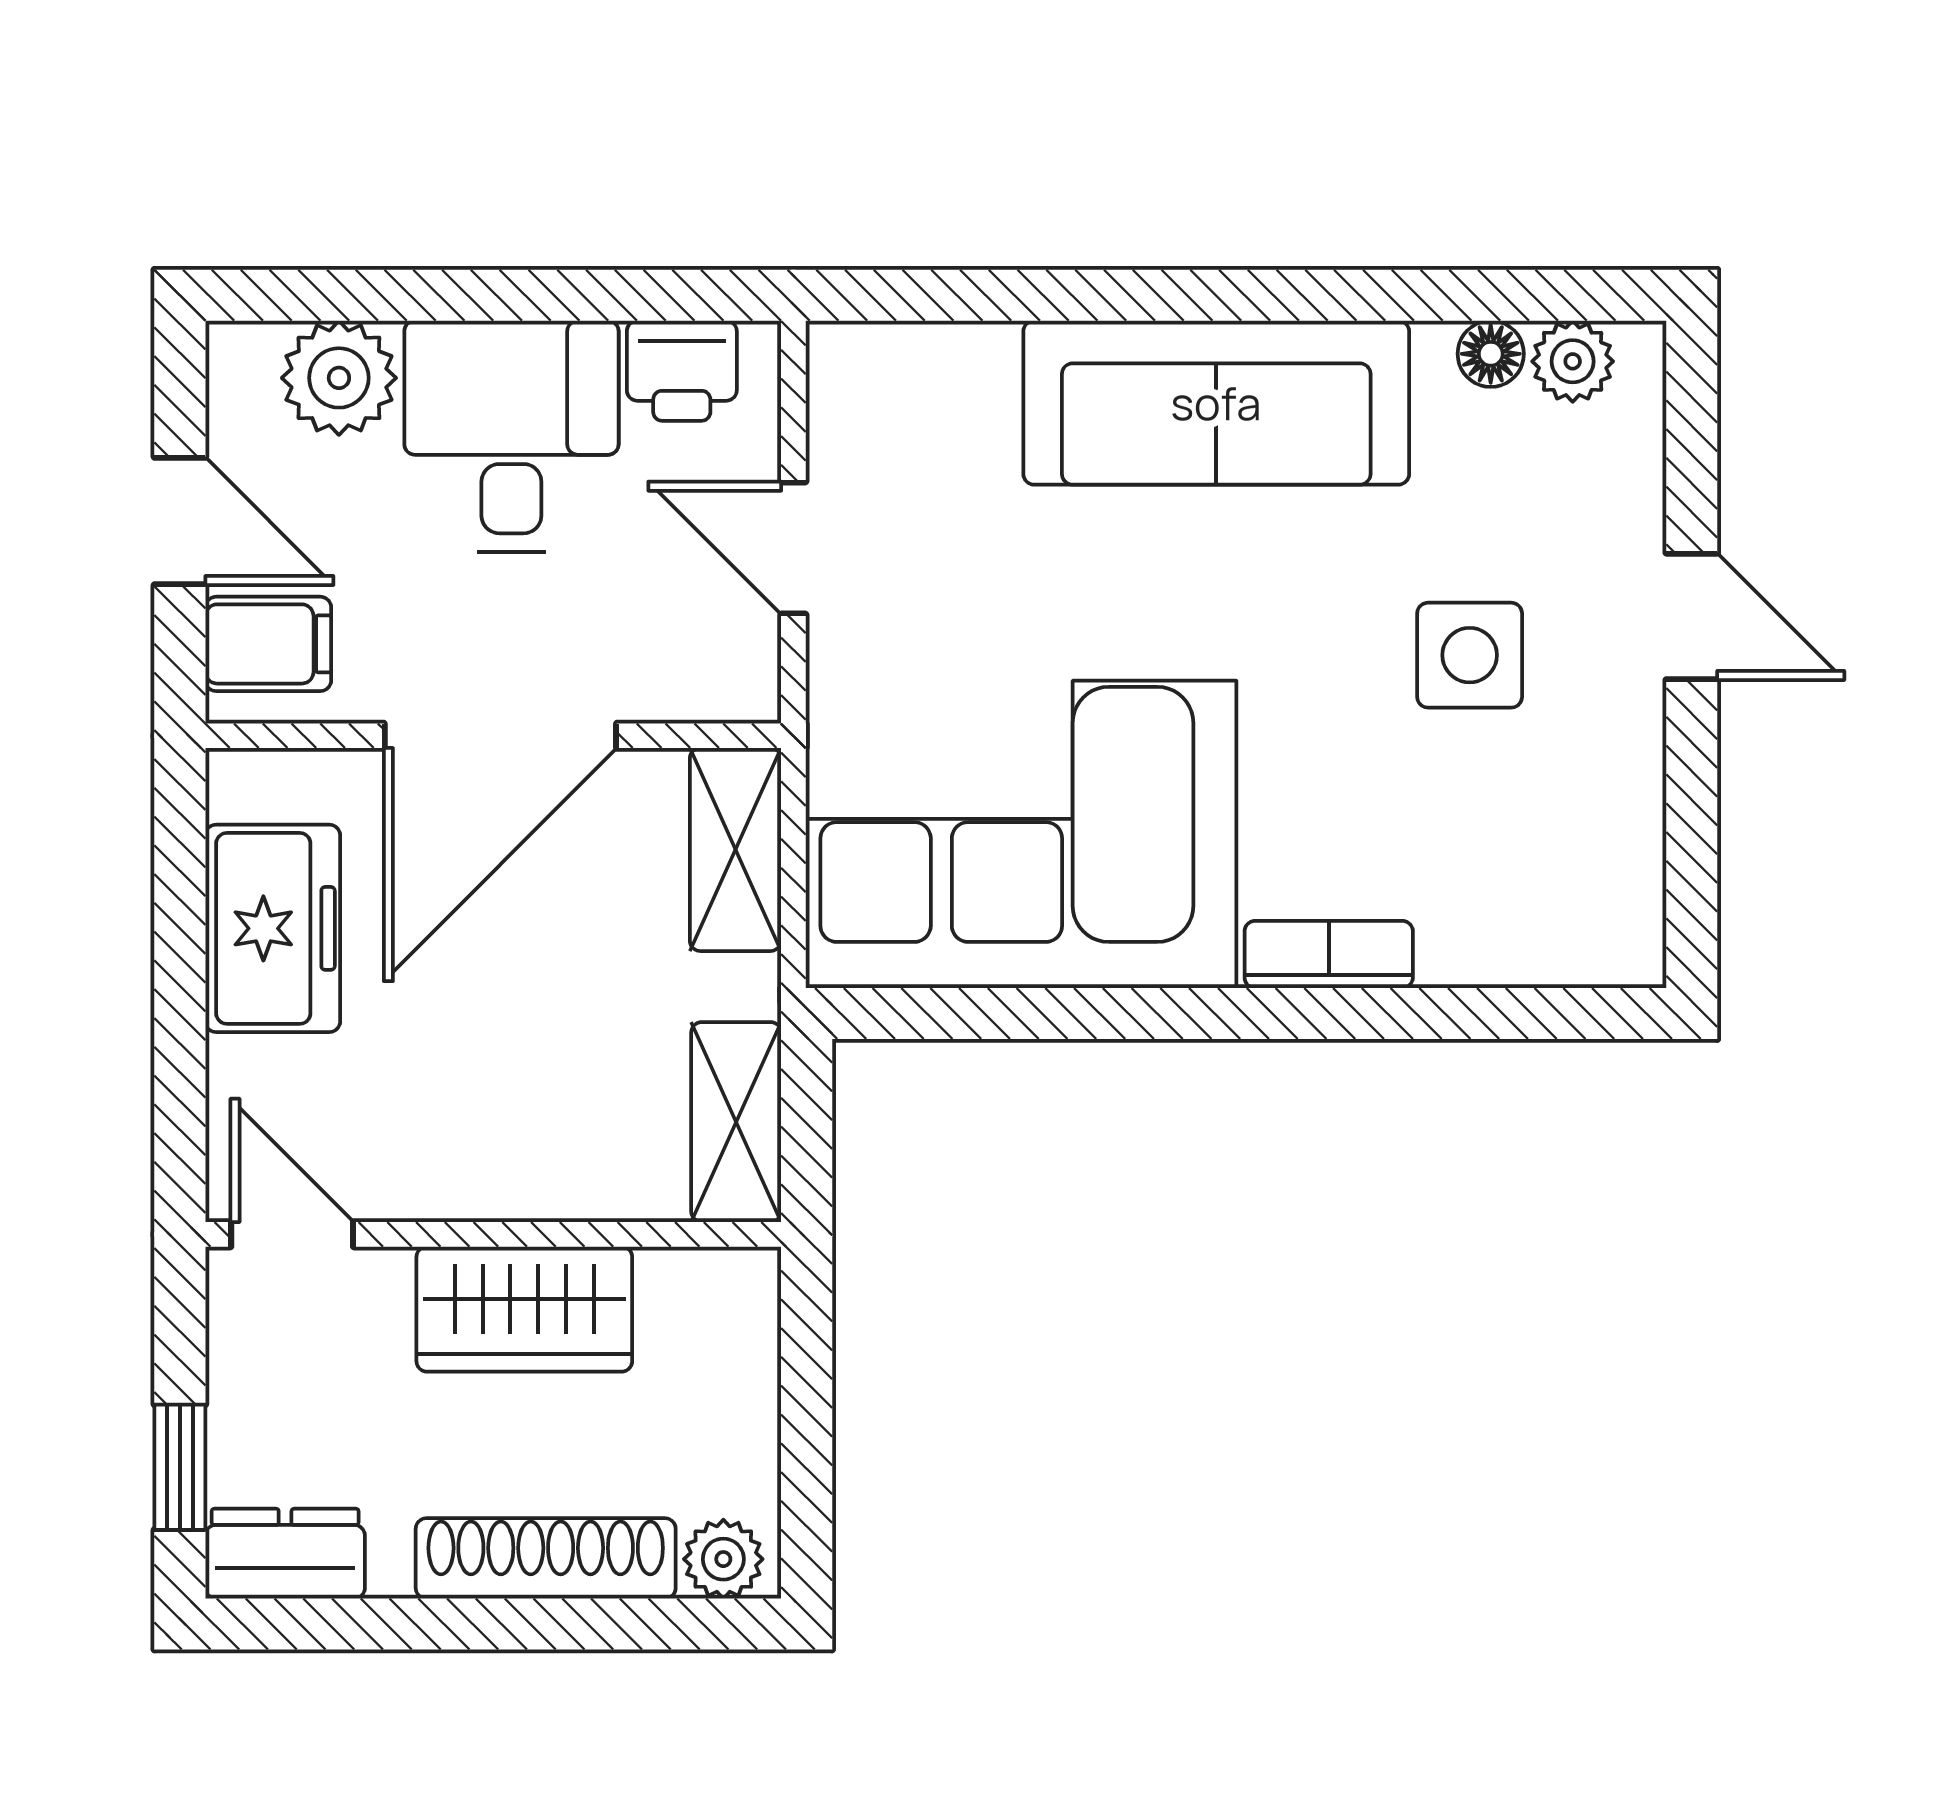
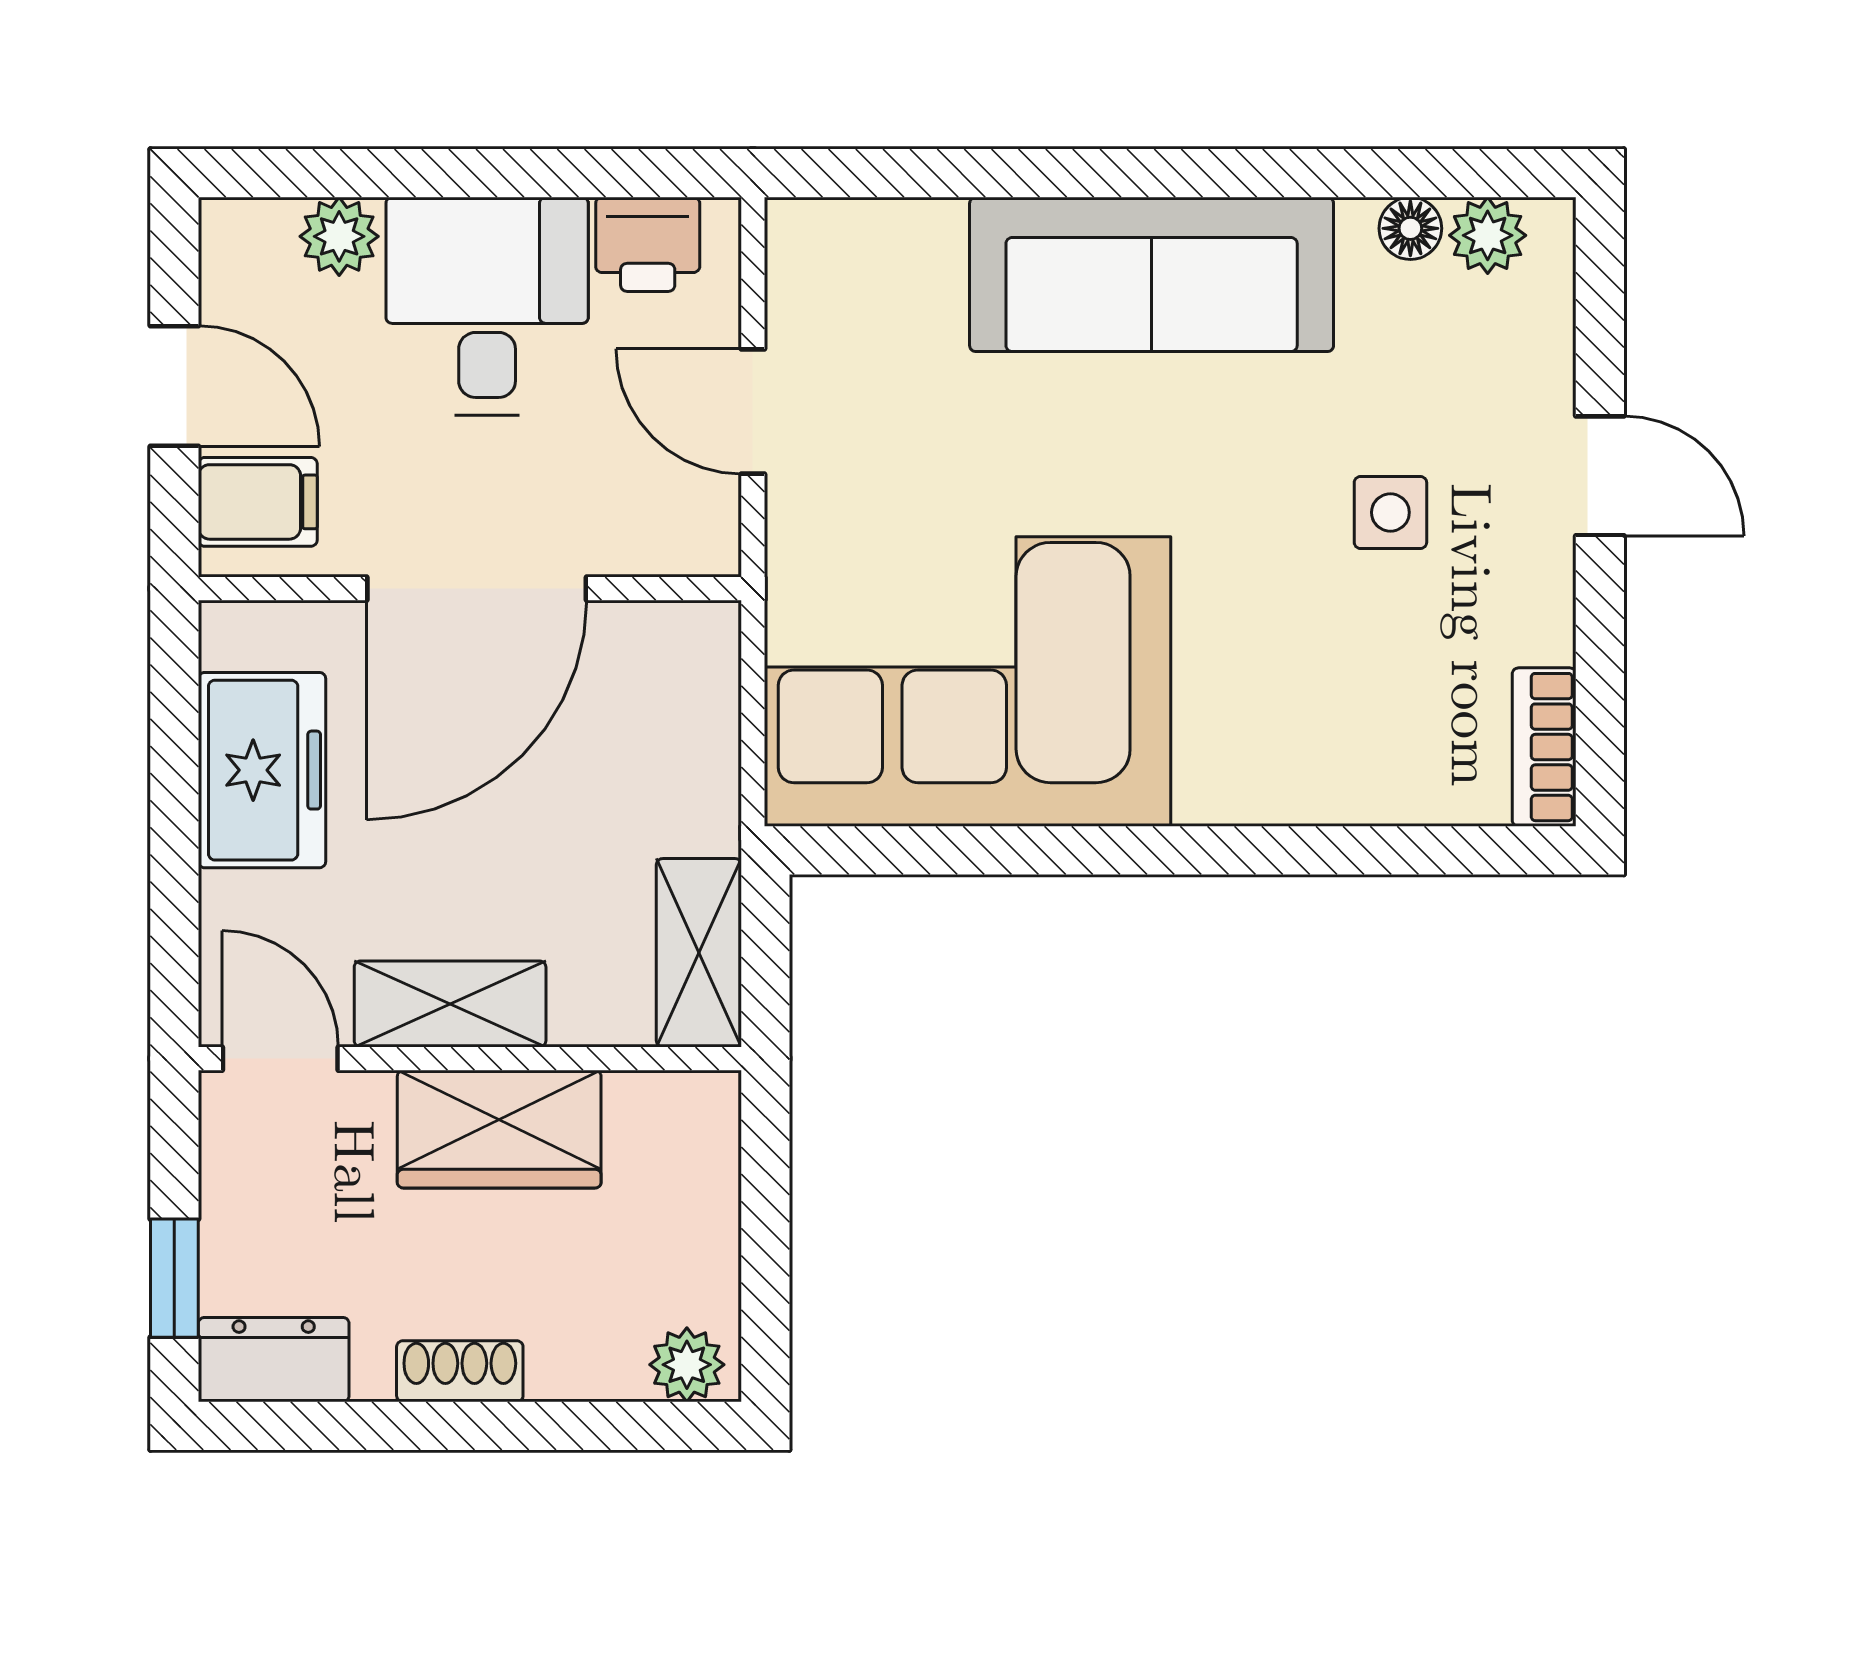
plant: (339, 378) -> (339, 236), width x0.73, depth x0.73
side table: (1470, 655) -> (1390, 512), width x0.73, depth x0.73
shelving: (735, 850) -> (450, 1004), moved, turned 90
bookcase: (1329, 954) -> (1544, 747), moved, turned -90
shoe rack: (546, 1558) -> (460, 1371), width x0.51, depth x0.81

